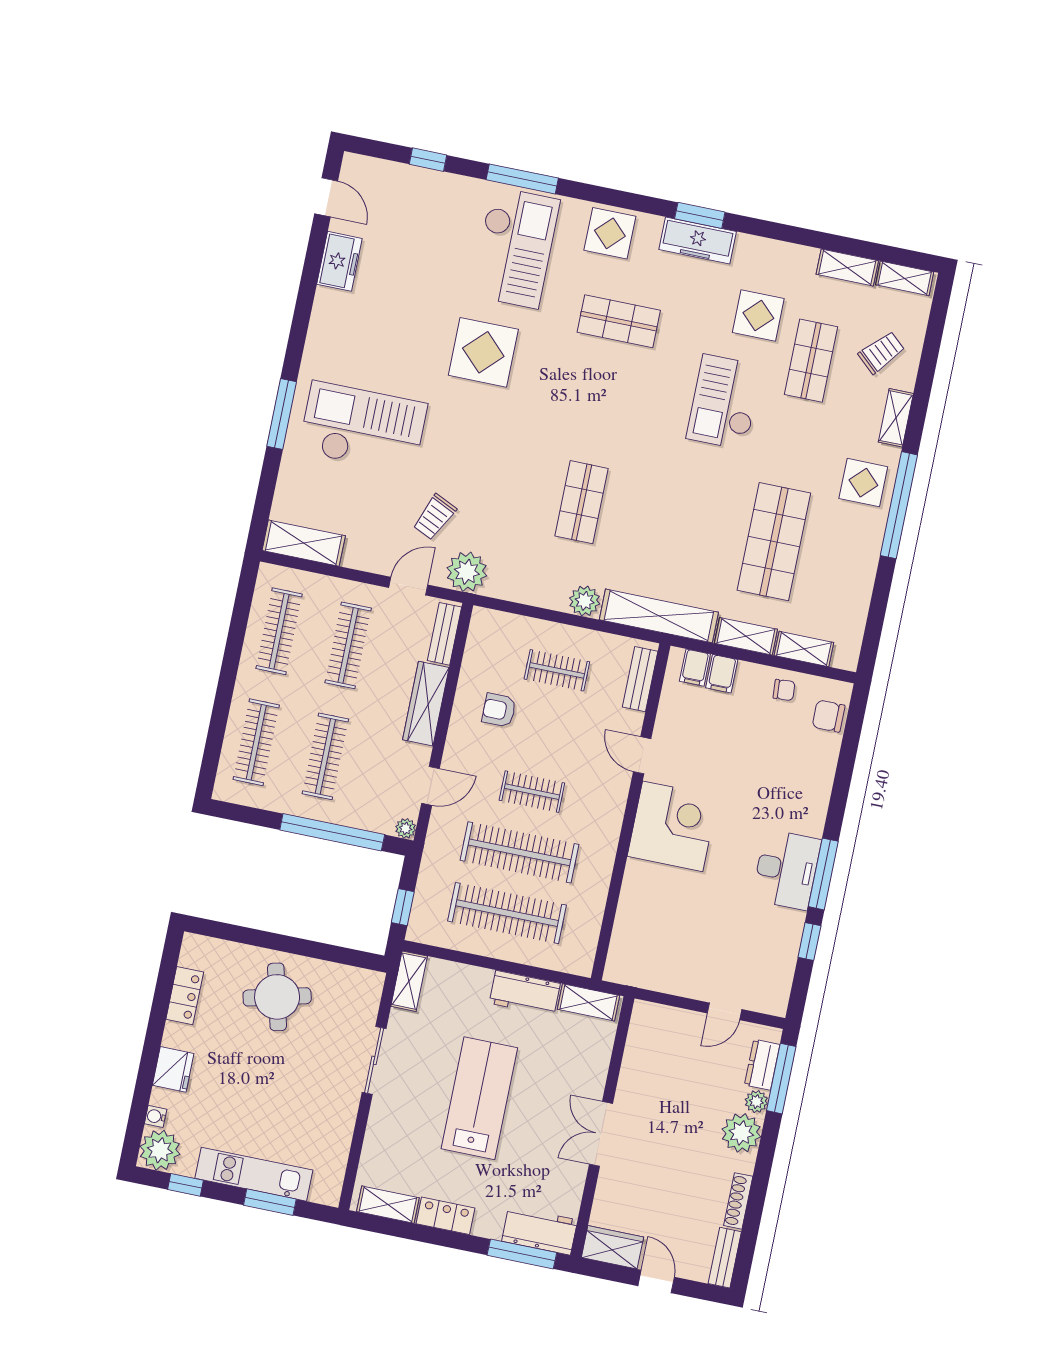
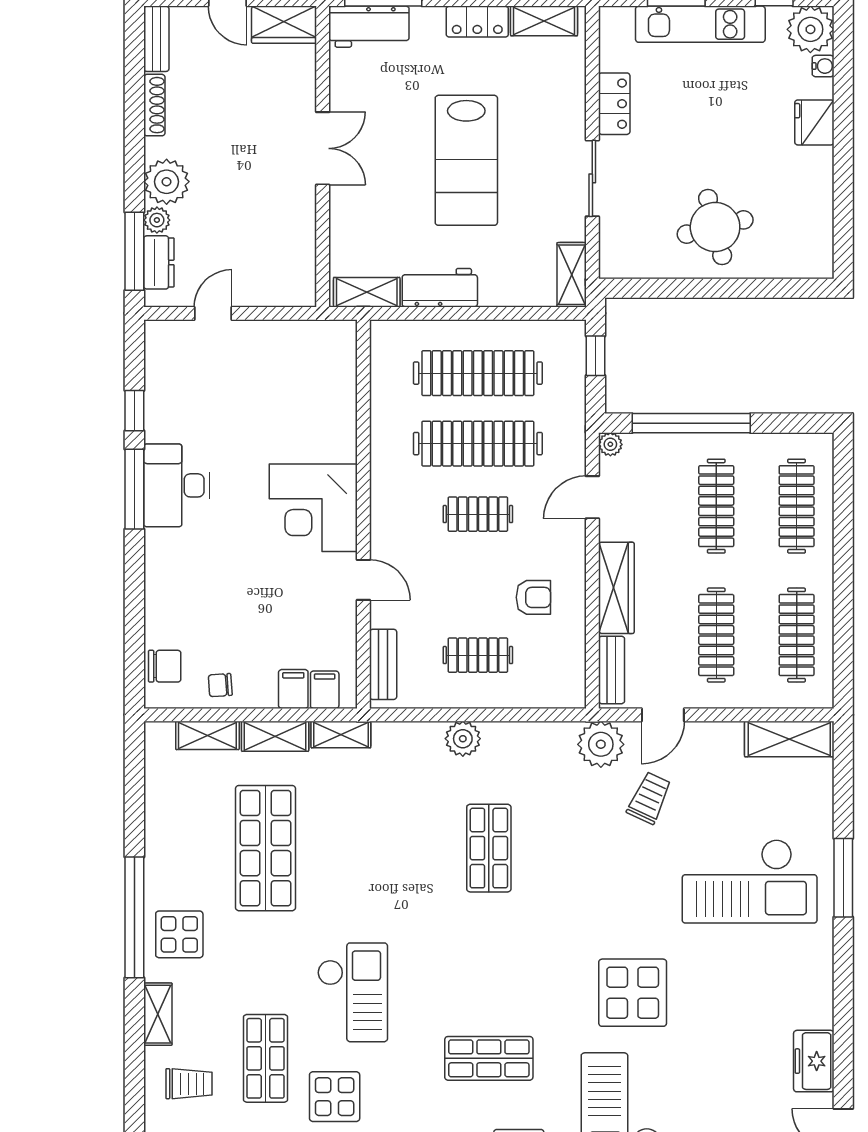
trolley: (881, 352) -> (189, 1084), turned -132
shelving: (659, 616) -> (341, 735), width x0.45, depth x0.75
locker: (185, 996) -> (614, 104), moved, turned 180

